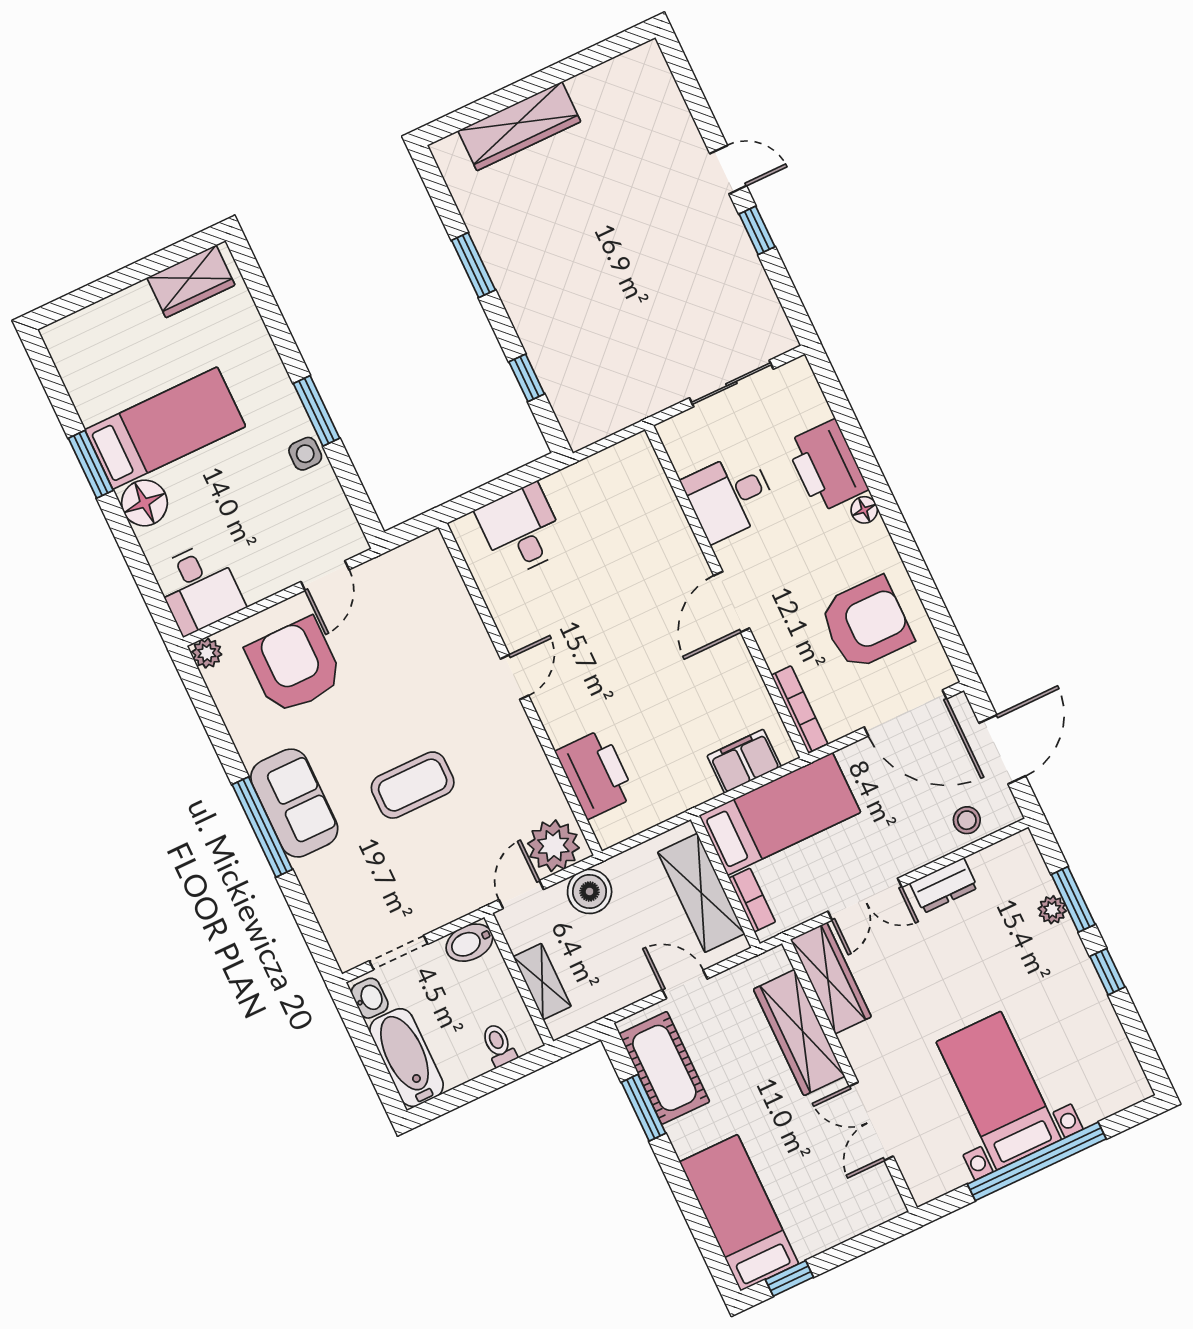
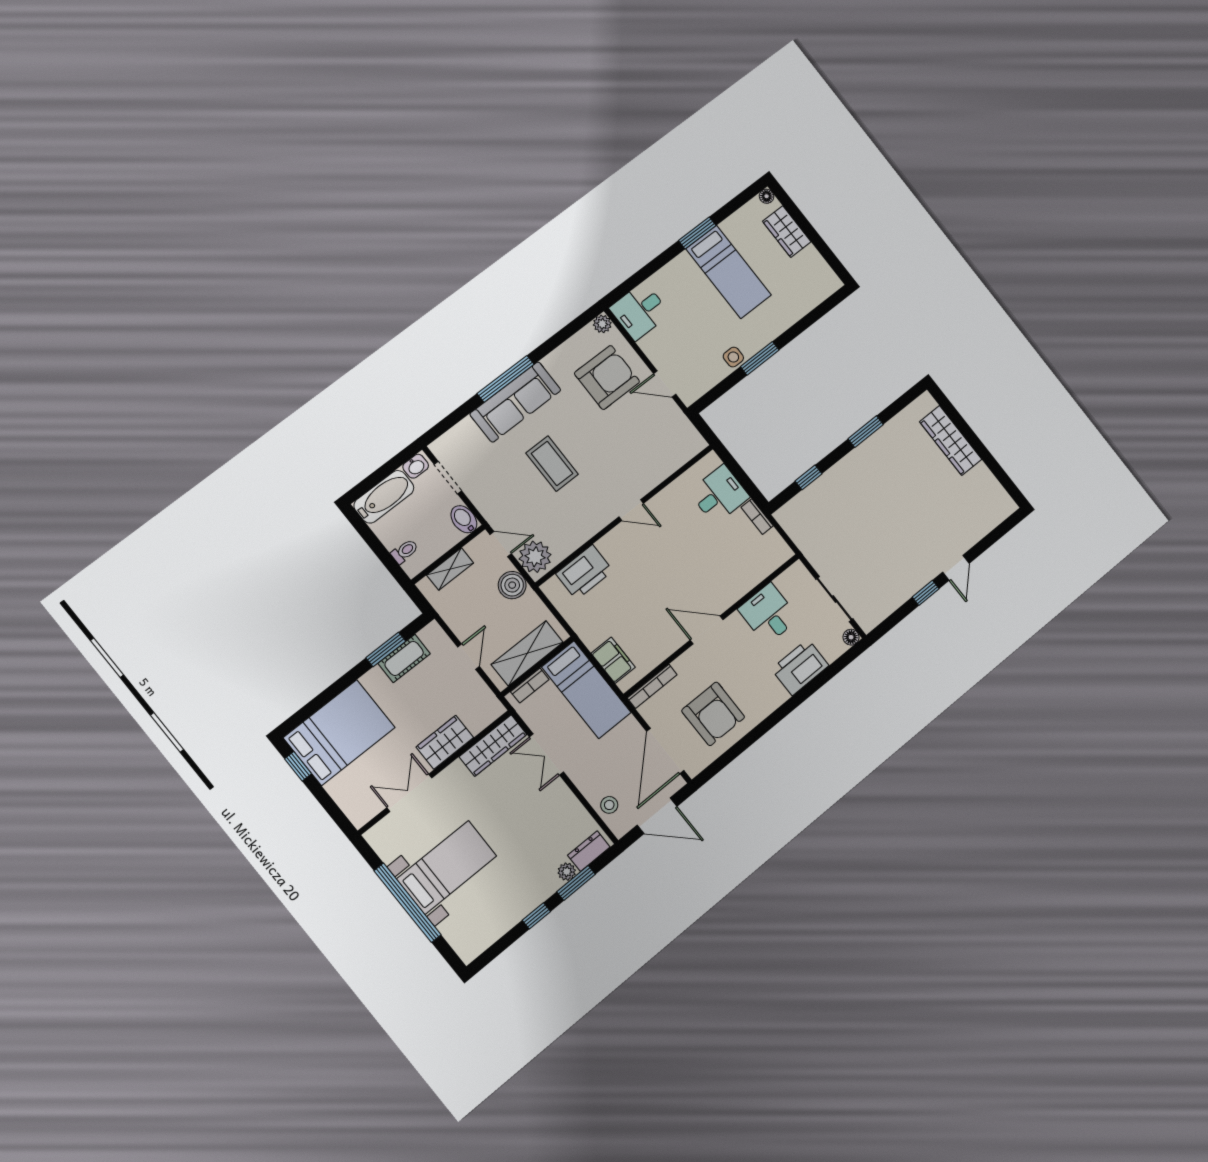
wardrobe: (191, 281) -> (787, 232), moved
bookcase: (571, 477) -> (757, 517), added
floor lamp: (144, 503) -> (767, 196), moved, width x0.53, depth x0.53
floor lamp: (864, 510) -> (851, 637), moved
sofa: (294, 803) -> (515, 402), width x1.36
dresser: (944, 885) -> (589, 851), moved, turned 90
wardrobe: (799, 1033) -> (445, 742), width x0.67
cot: (664, 1068) -> (404, 658), width x0.73, depth x0.75
bed: (739, 1213) -> (339, 733), width x1.50

